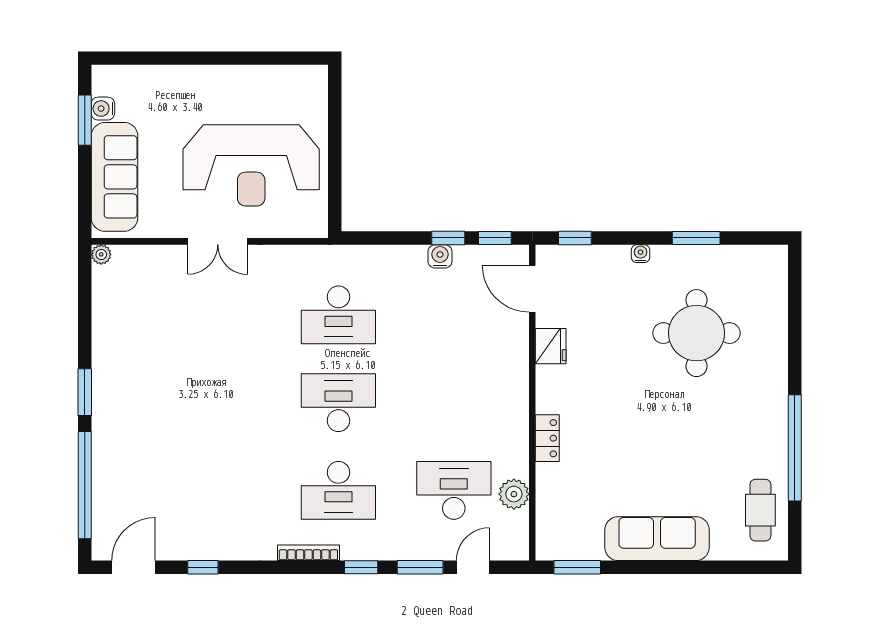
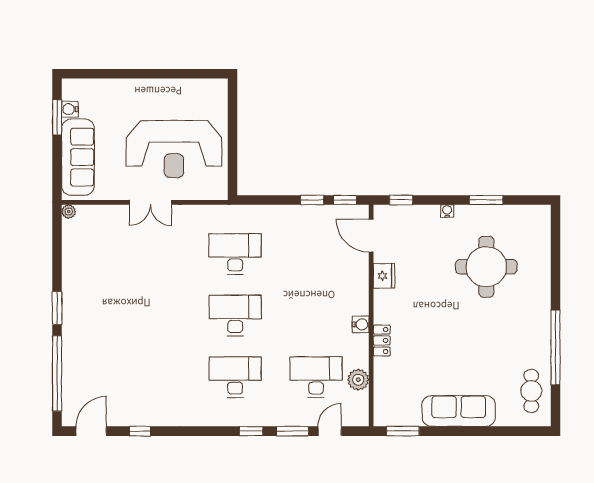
water cooler: (440, 256) -> (361, 324), moved, turned 90
desk: (338, 315) -> (235, 254), turned 180
desk: (338, 490) -> (235, 377), turned 180
bookcase: (308, 553) -> (214, 421), removed

